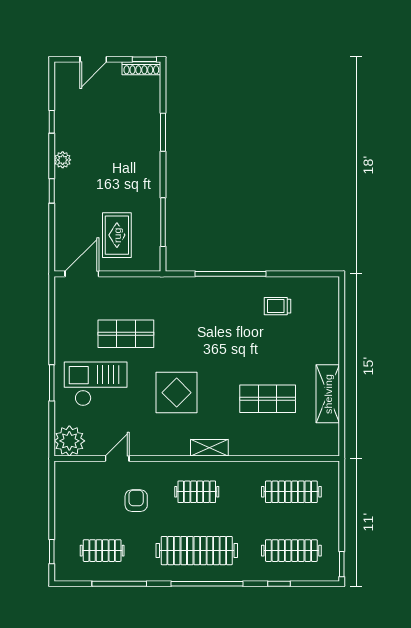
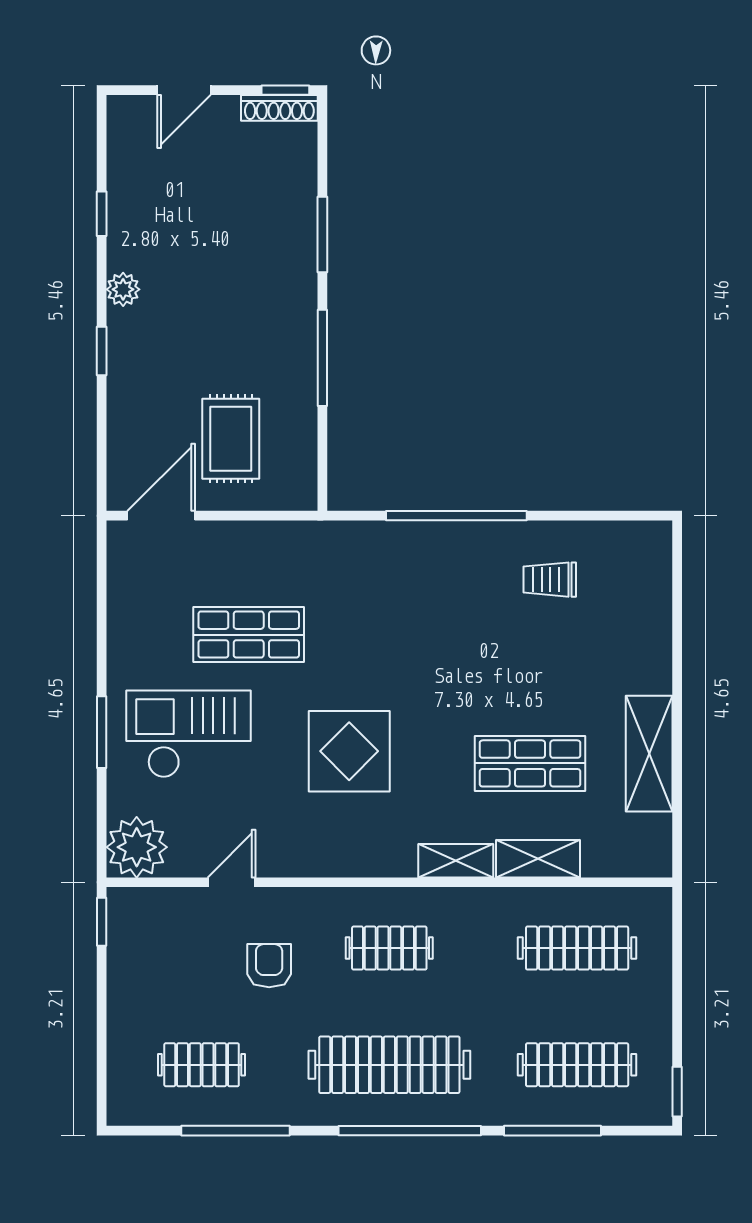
window: (163, 222) -> (322, 358), moved
shelving: (272, 447) -> (538, 859), added
shelving: (209, 448) -> (456, 861), moved
window: (52, 552) -> (102, 922), moved
window: (279, 584) -> (553, 1131), width x2.17

